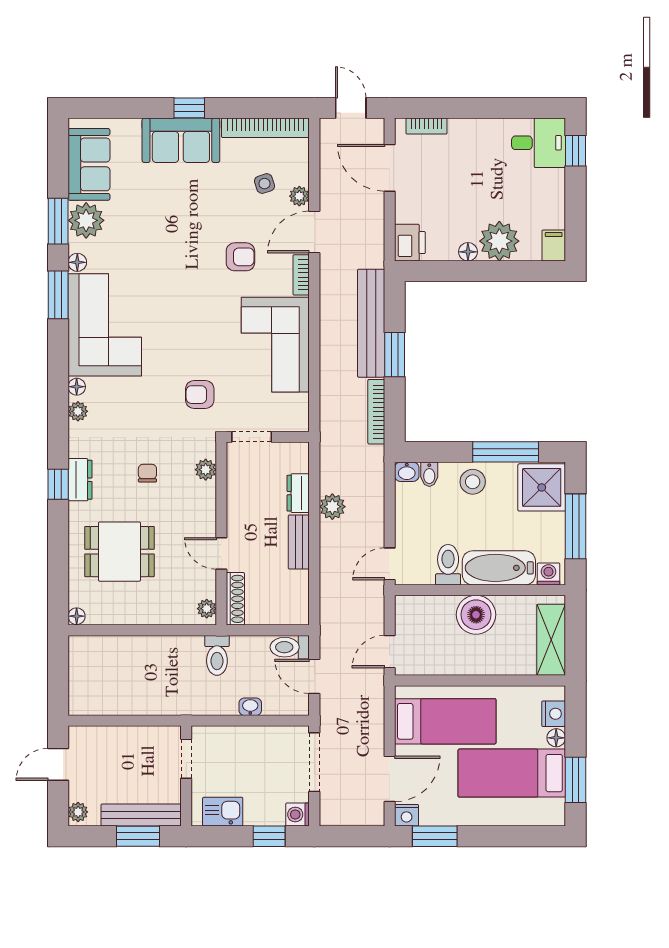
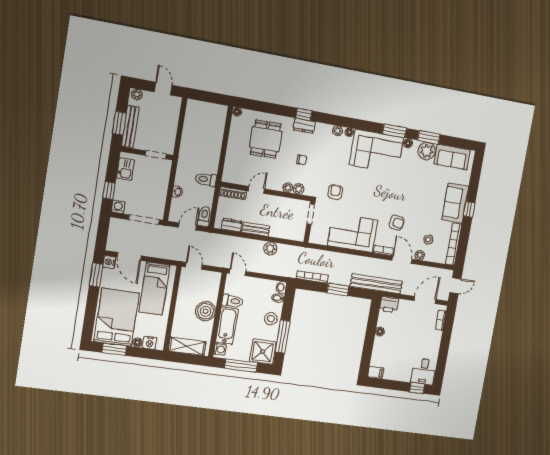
plant: (499, 241) -> (382, 347), removed
armchair: (240, 257) -> (397, 223), turned -81
bench: (371, 323) -> (376, 284), moved
dresser: (298, 493) -> (232, 225), moved
plant: (207, 609) -> (288, 188), moved
bed: (512, 773) -> (117, 317), width x1.50

